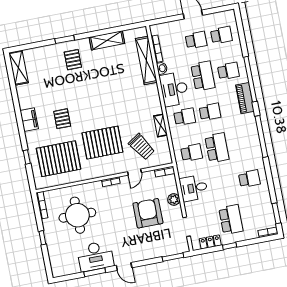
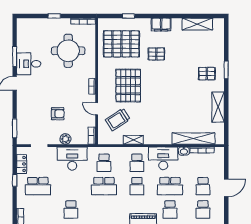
shelving: (19, 68) -> (197, 24), moved
pallet: (59, 159) -> (121, 44), turned 90
desk: (194, 188) -> (72, 159), width x1.37
armchair: (148, 213) -> (58, 114), width x0.53, depth x0.53
desk: (95, 256) -> (29, 64), width x0.73

